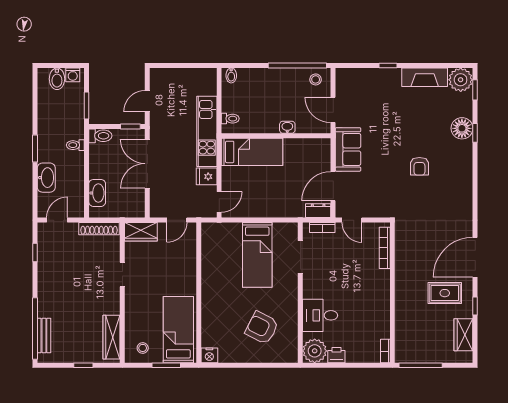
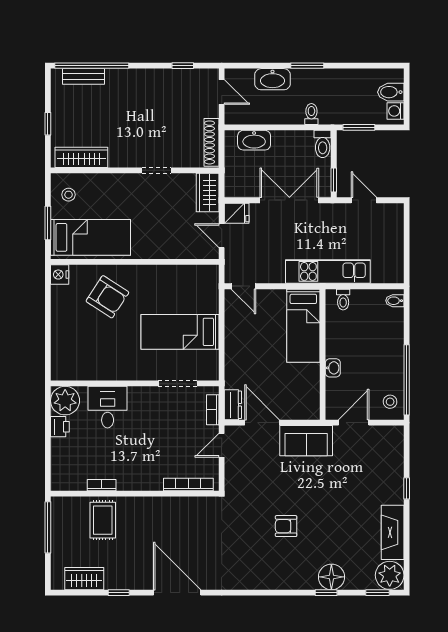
fridge: (207, 176) -> (237, 213), moved, turned 90
rug: (445, 293) -> (103, 520), moved
armchair: (262, 328) -> (107, 297), moved, turned 96
bookcase: (385, 351) -> (102, 485), moved

